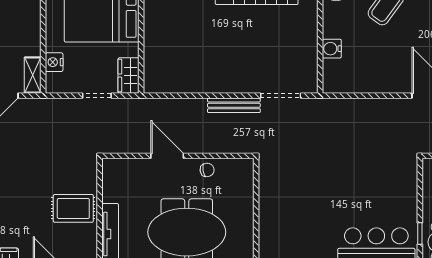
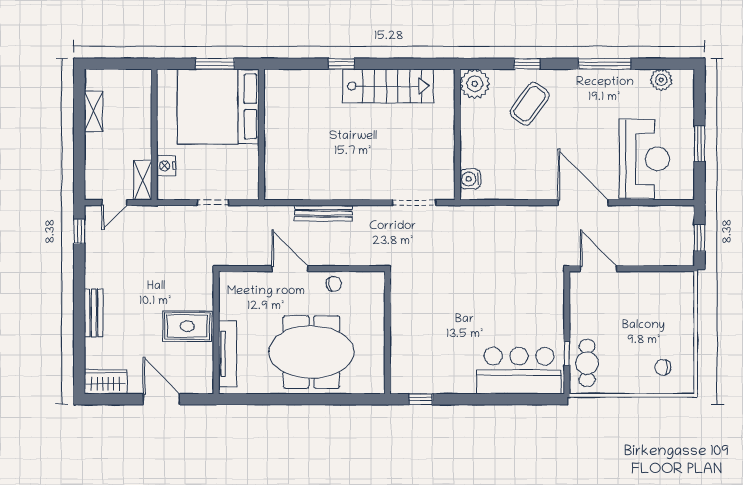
water cooler: (332, 49) -> (470, 179), moved
wardrobe: (129, 76) -> (248, 181), removed
bench: (234, 105) -> (323, 213), moved

